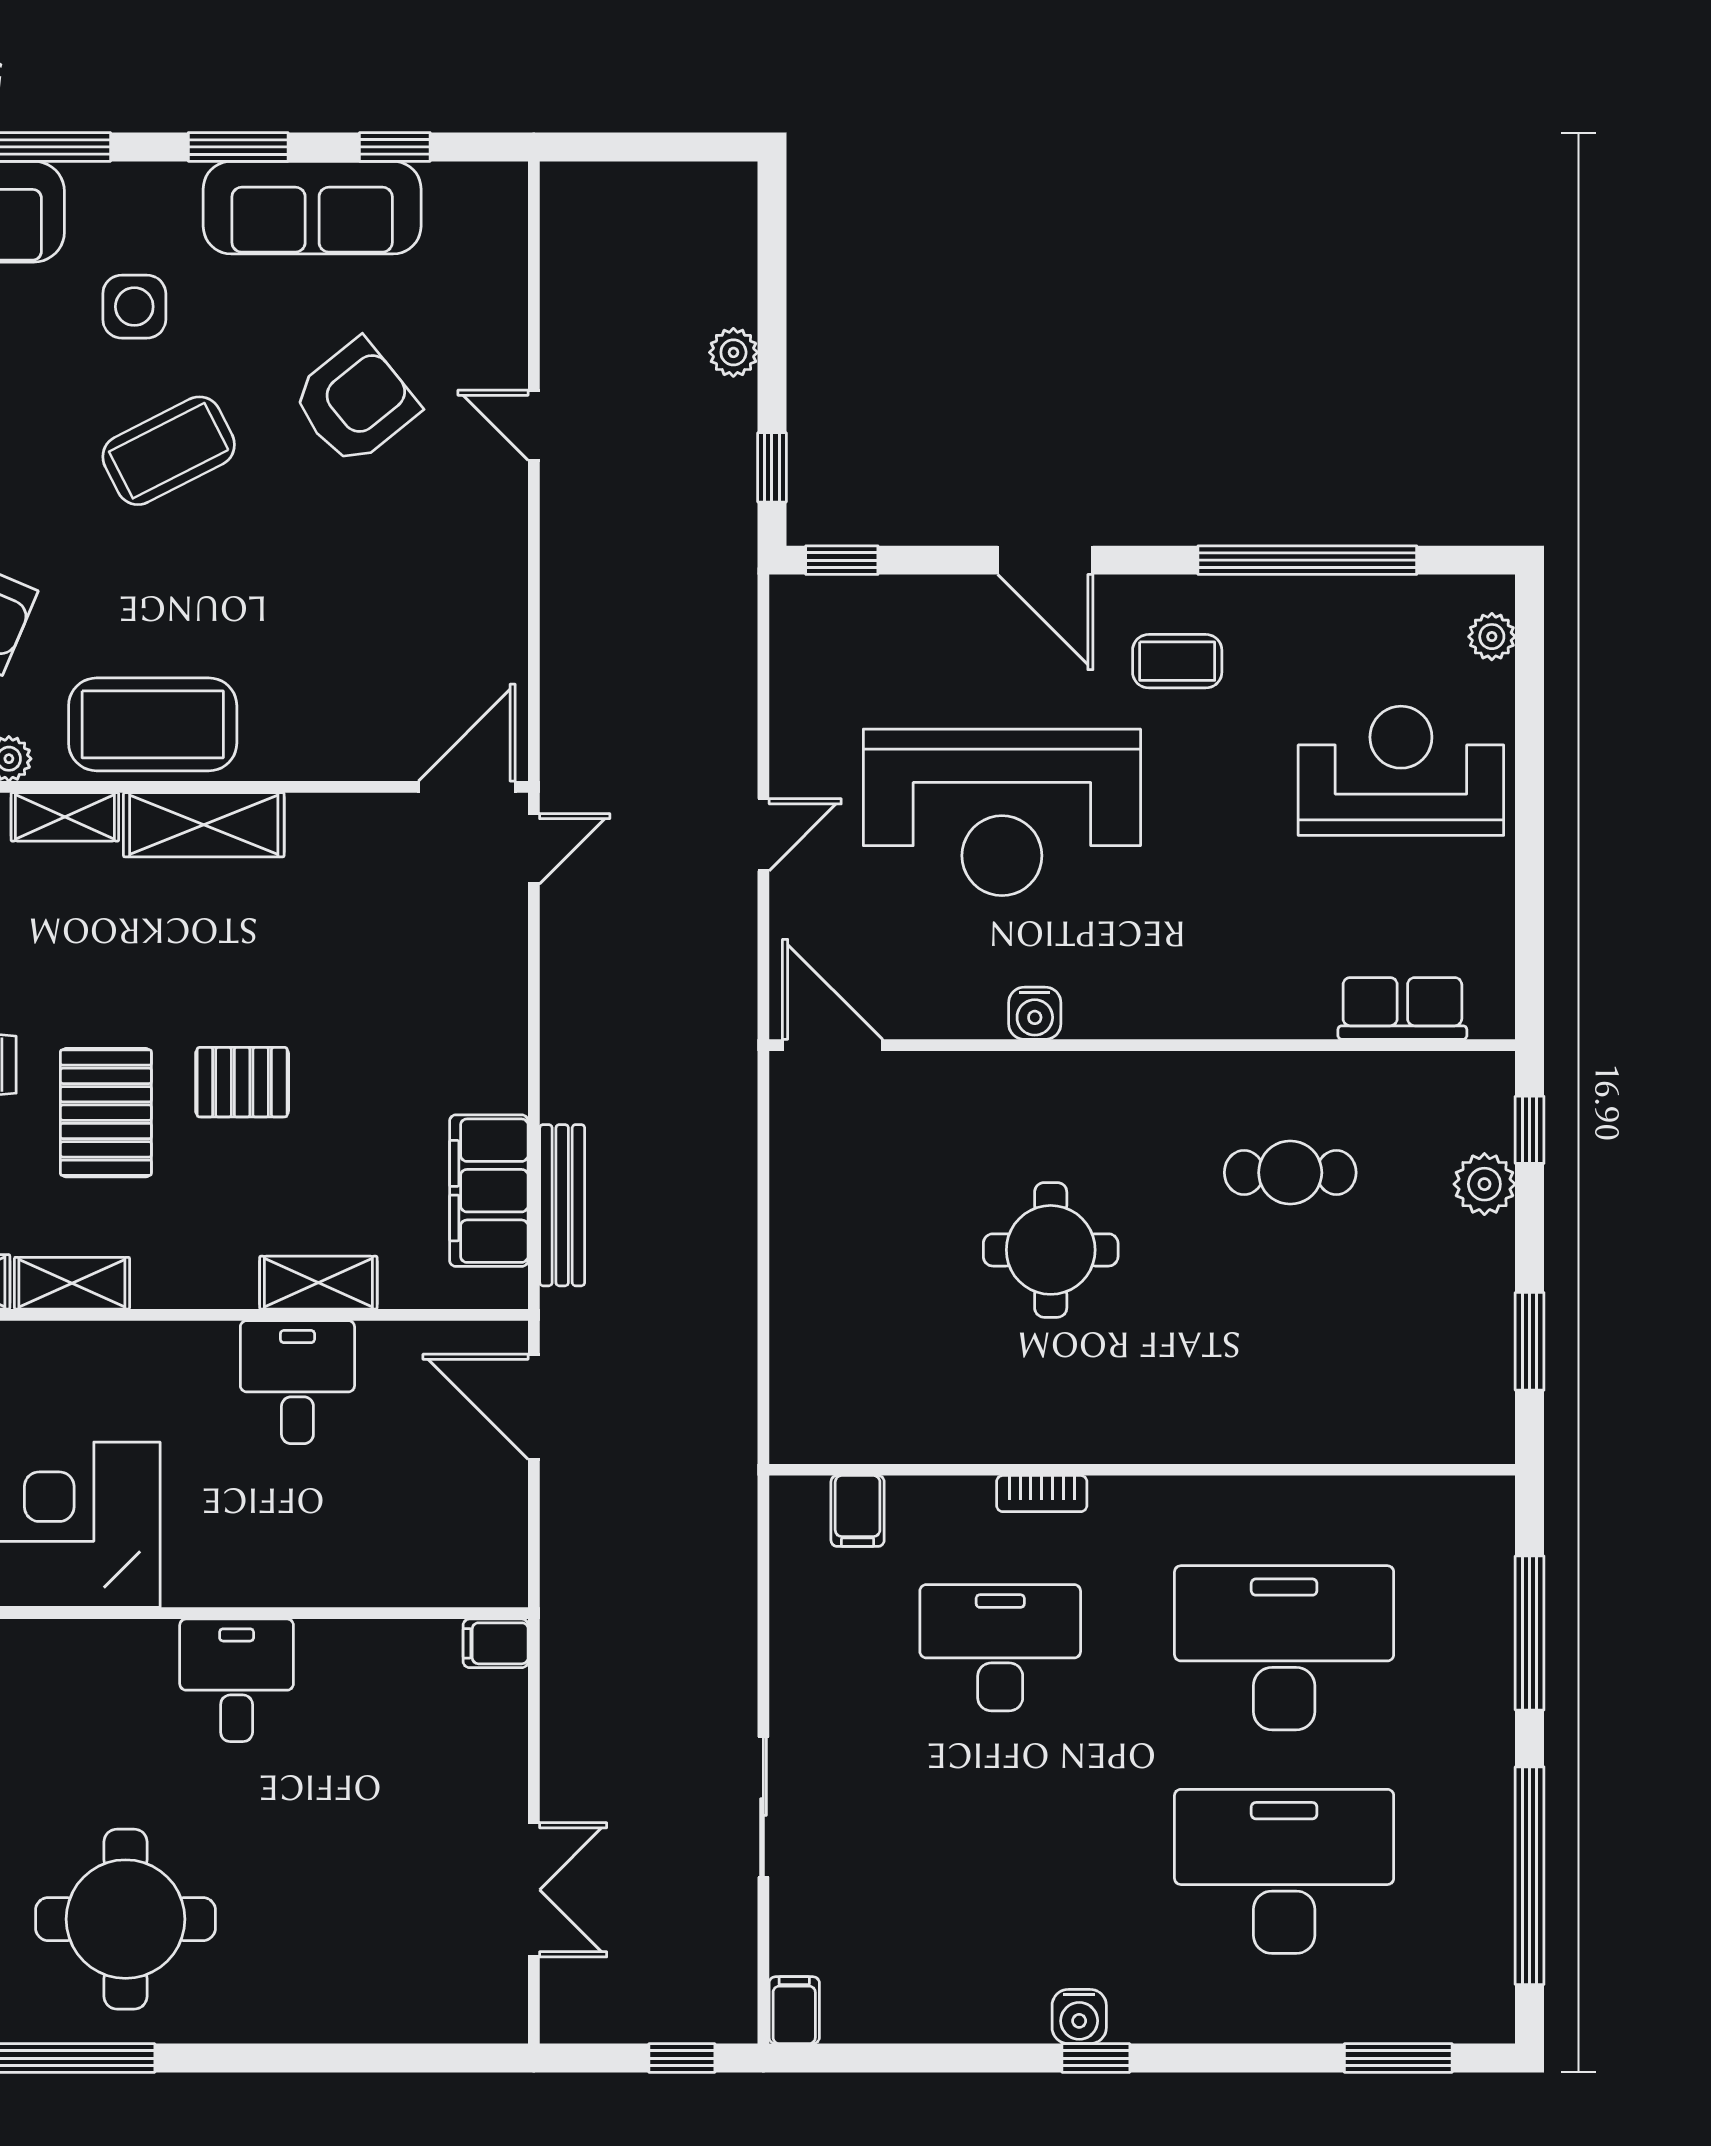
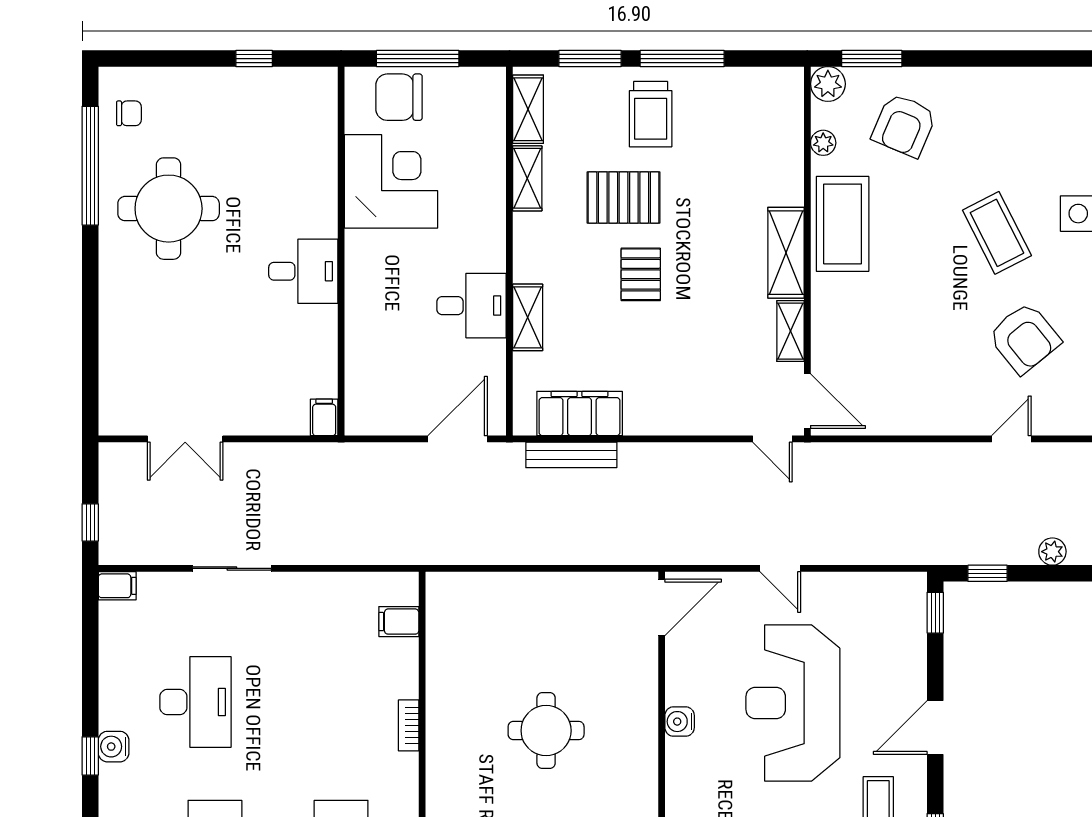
shelving: (65, 817) -> (790, 331), moved
desk: (1000, 1648) -> (195, 702), moved

